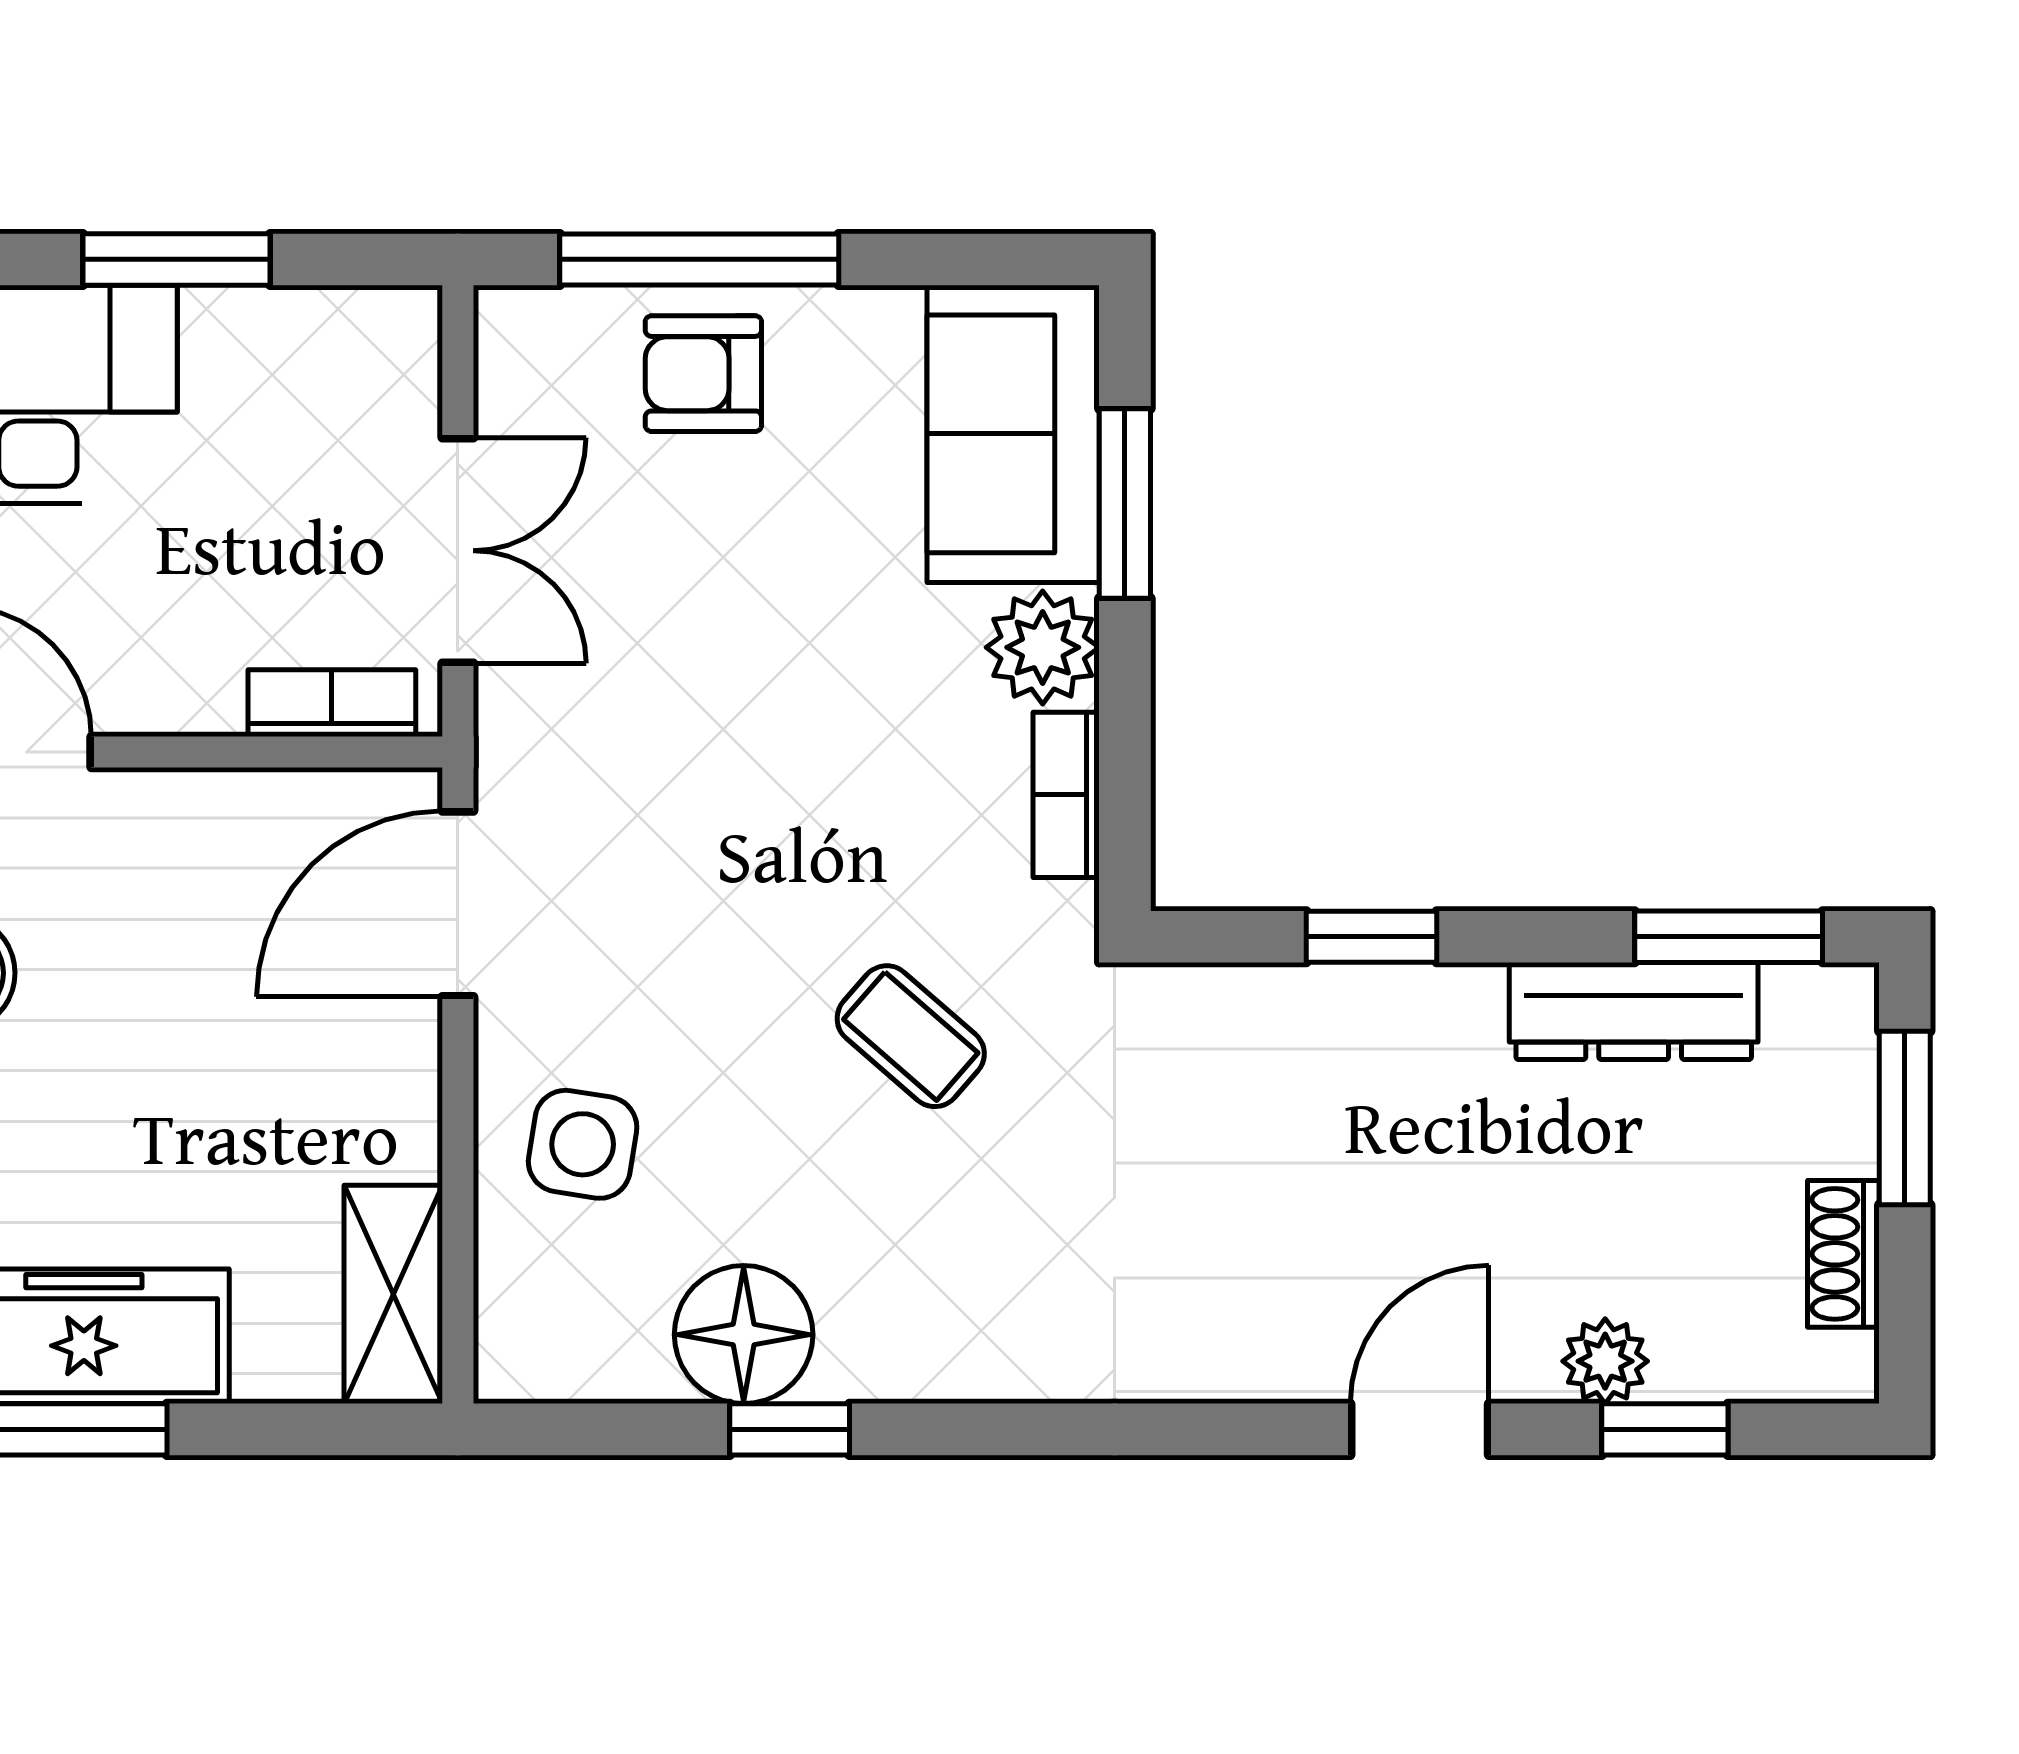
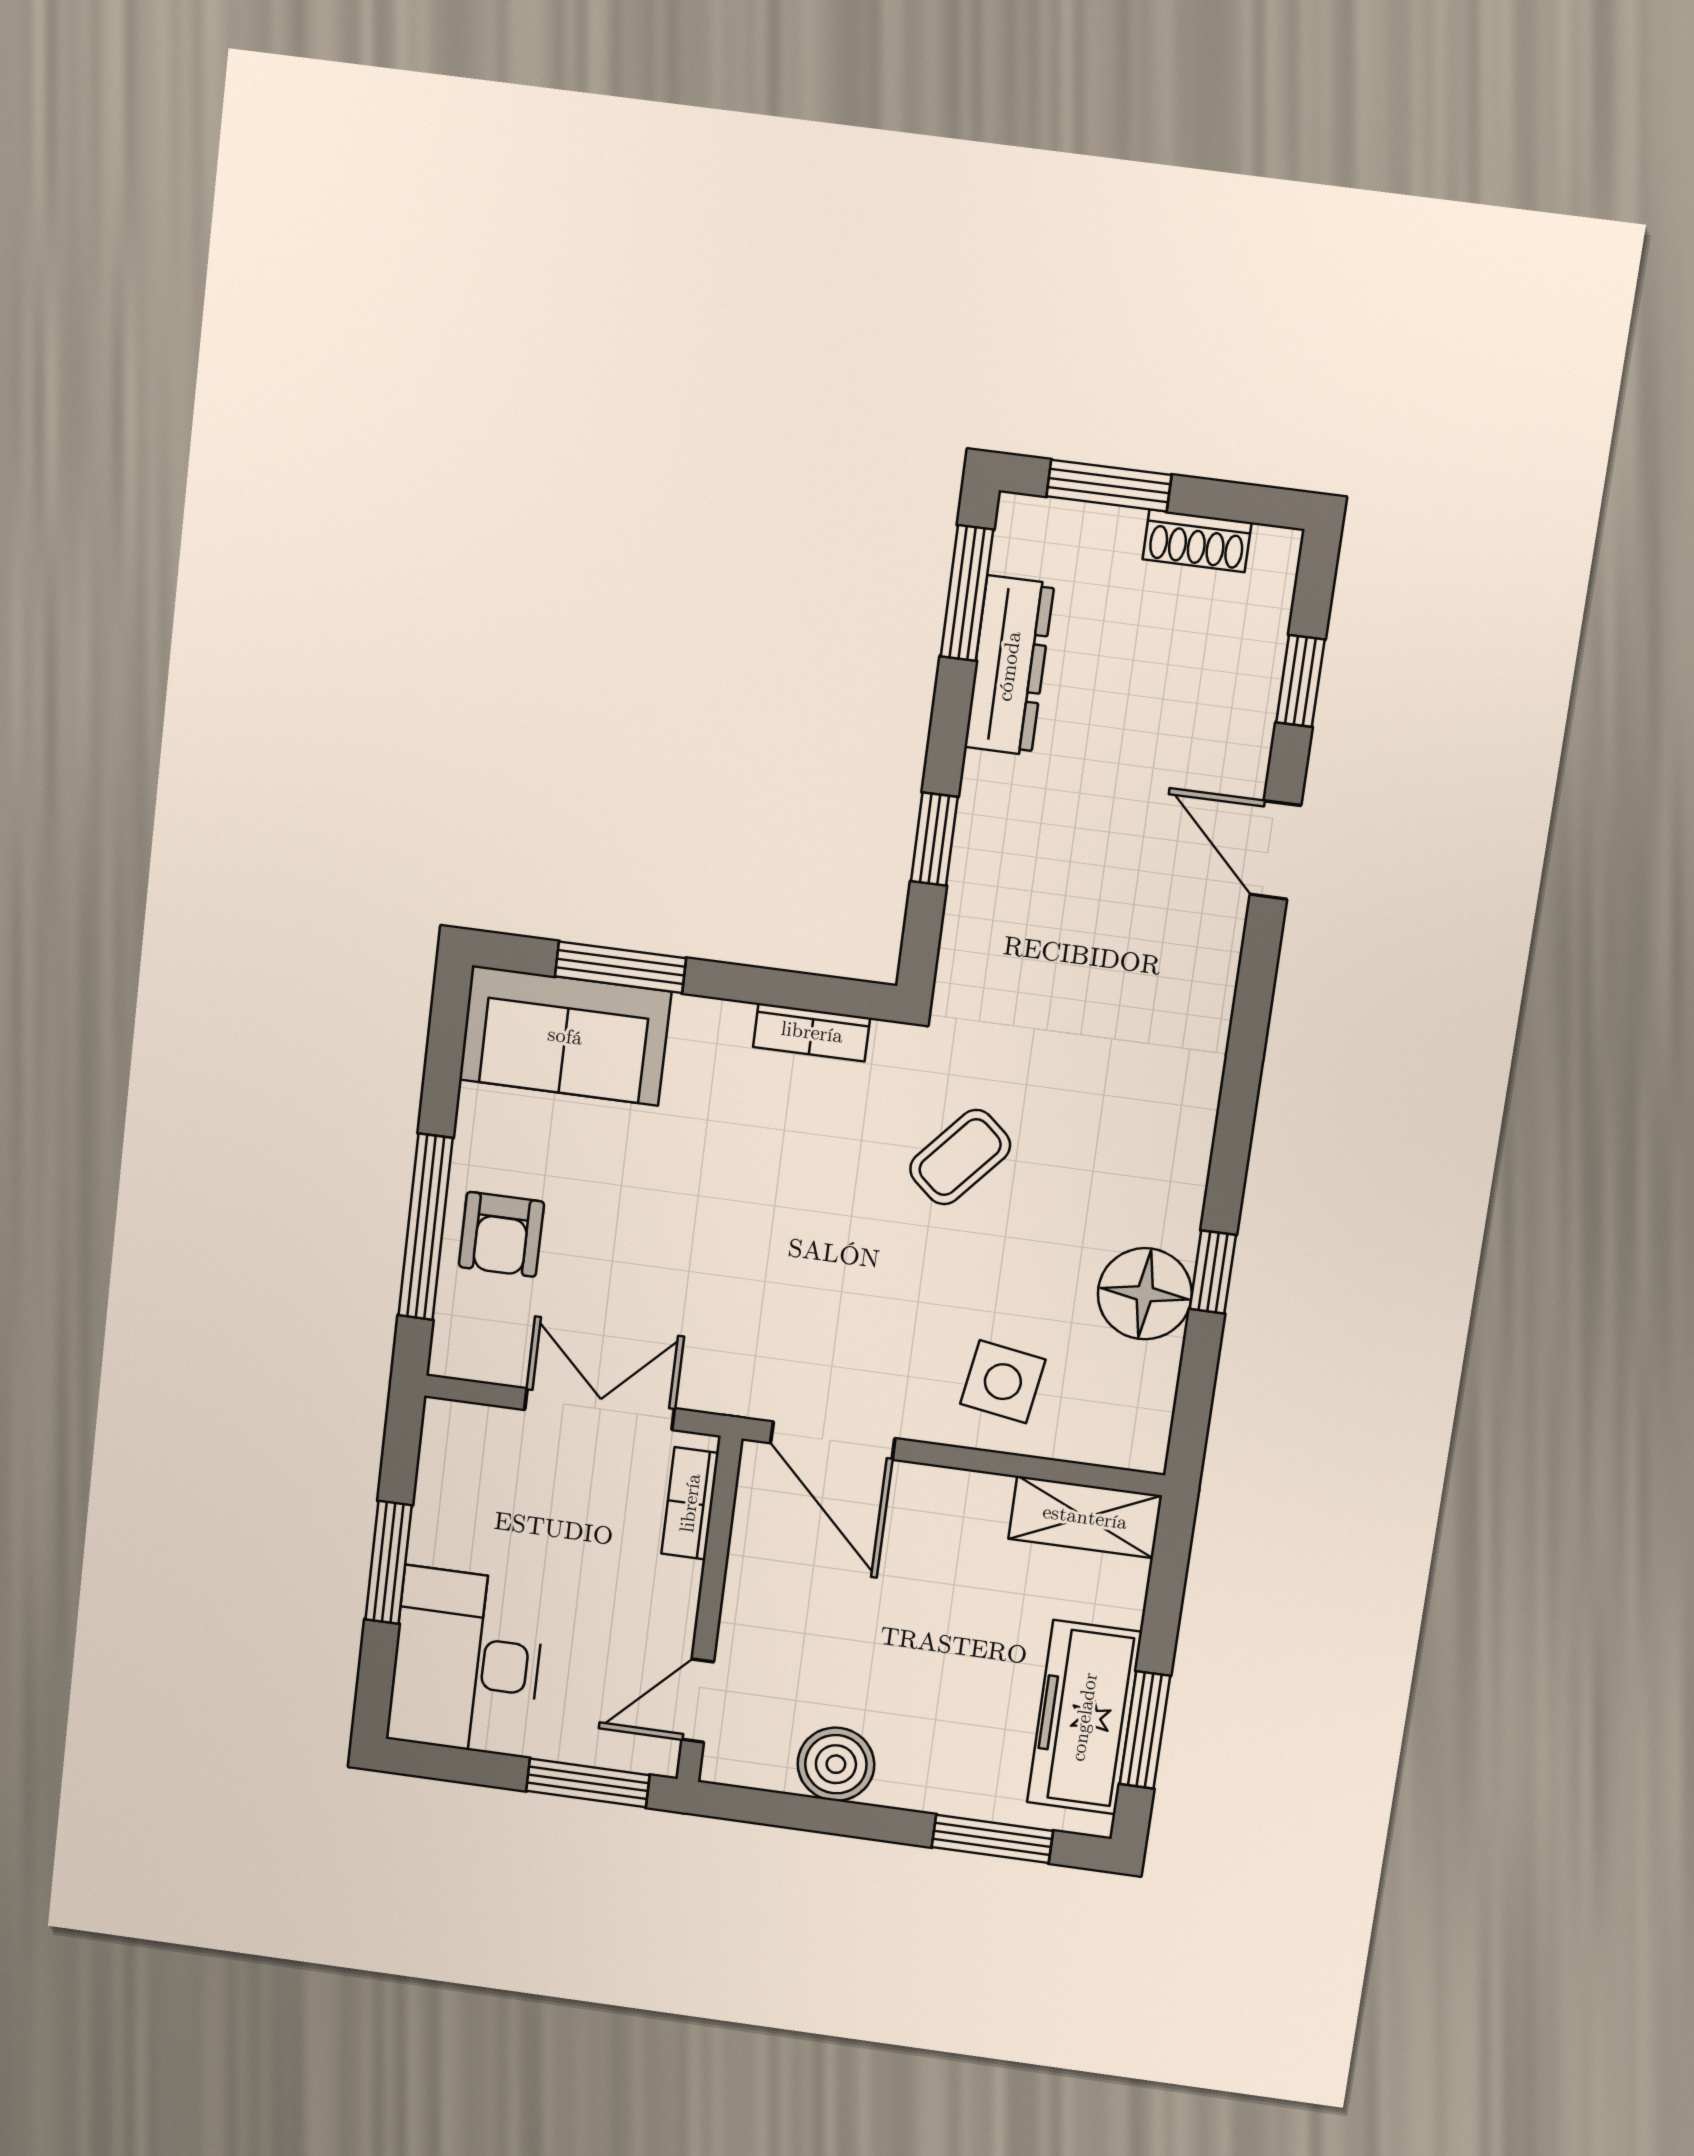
plant: (1043, 647) -> (711, 1035), removed
plant: (1605, 1361) -> (1247, 716), removed

